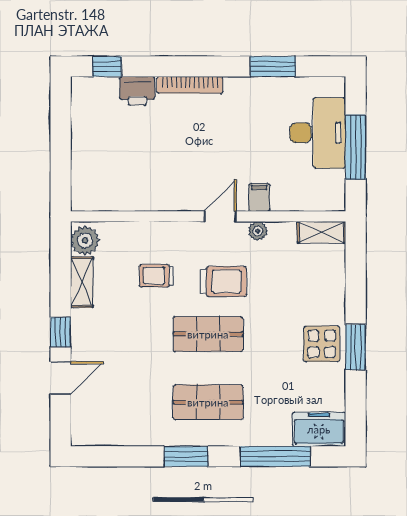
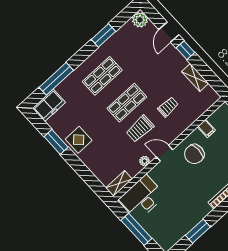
desk: (318, 133) -> (142, 197), moved, turned 90
chair: (180, 177) -> (194, 154), added
filing cabinet: (259, 197) -> (206, 128), moved
door: (220, 216) -> (164, 153), swing flipped
plant: (85, 240) -> (140, 20), moved
window: (356, 347) -> (56, 142), moved
window: (186, 456) -> (103, 35), moved

